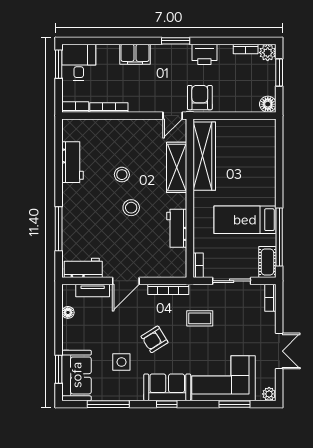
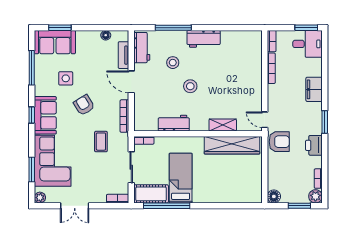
workbench: (73, 162) -> (204, 39), moved
shelving: (177, 167) -> (223, 125), width x0.67, depth x0.75
stool: (122, 175) -> (173, 63), moved
cot: (267, 262) -> (151, 194), width x1.37, depth x1.34

